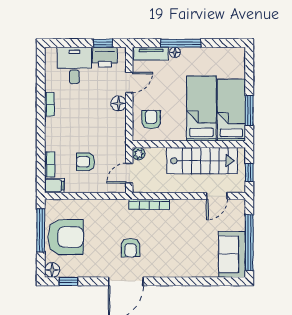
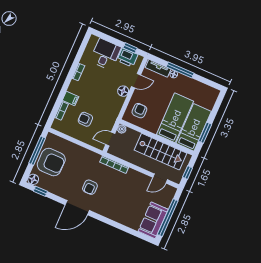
filing cabinet: (54, 186) -> (71, 98), moved

